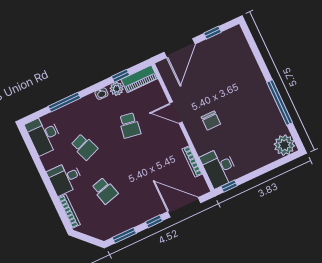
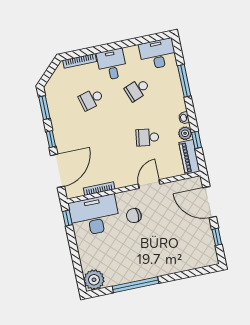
desk: (219, 167) -> (94, 216), width x1.36, depth x1.30

